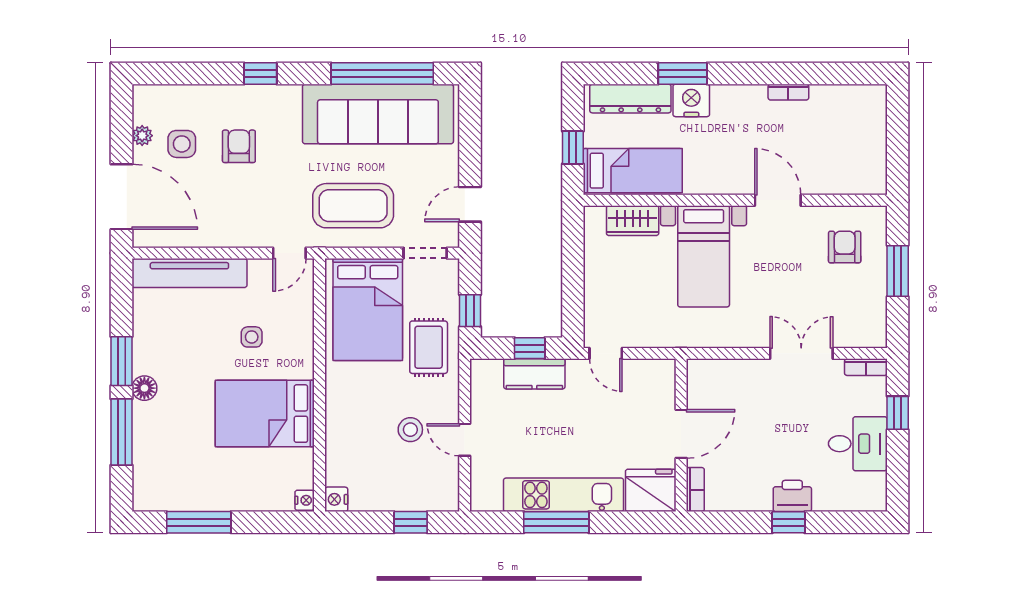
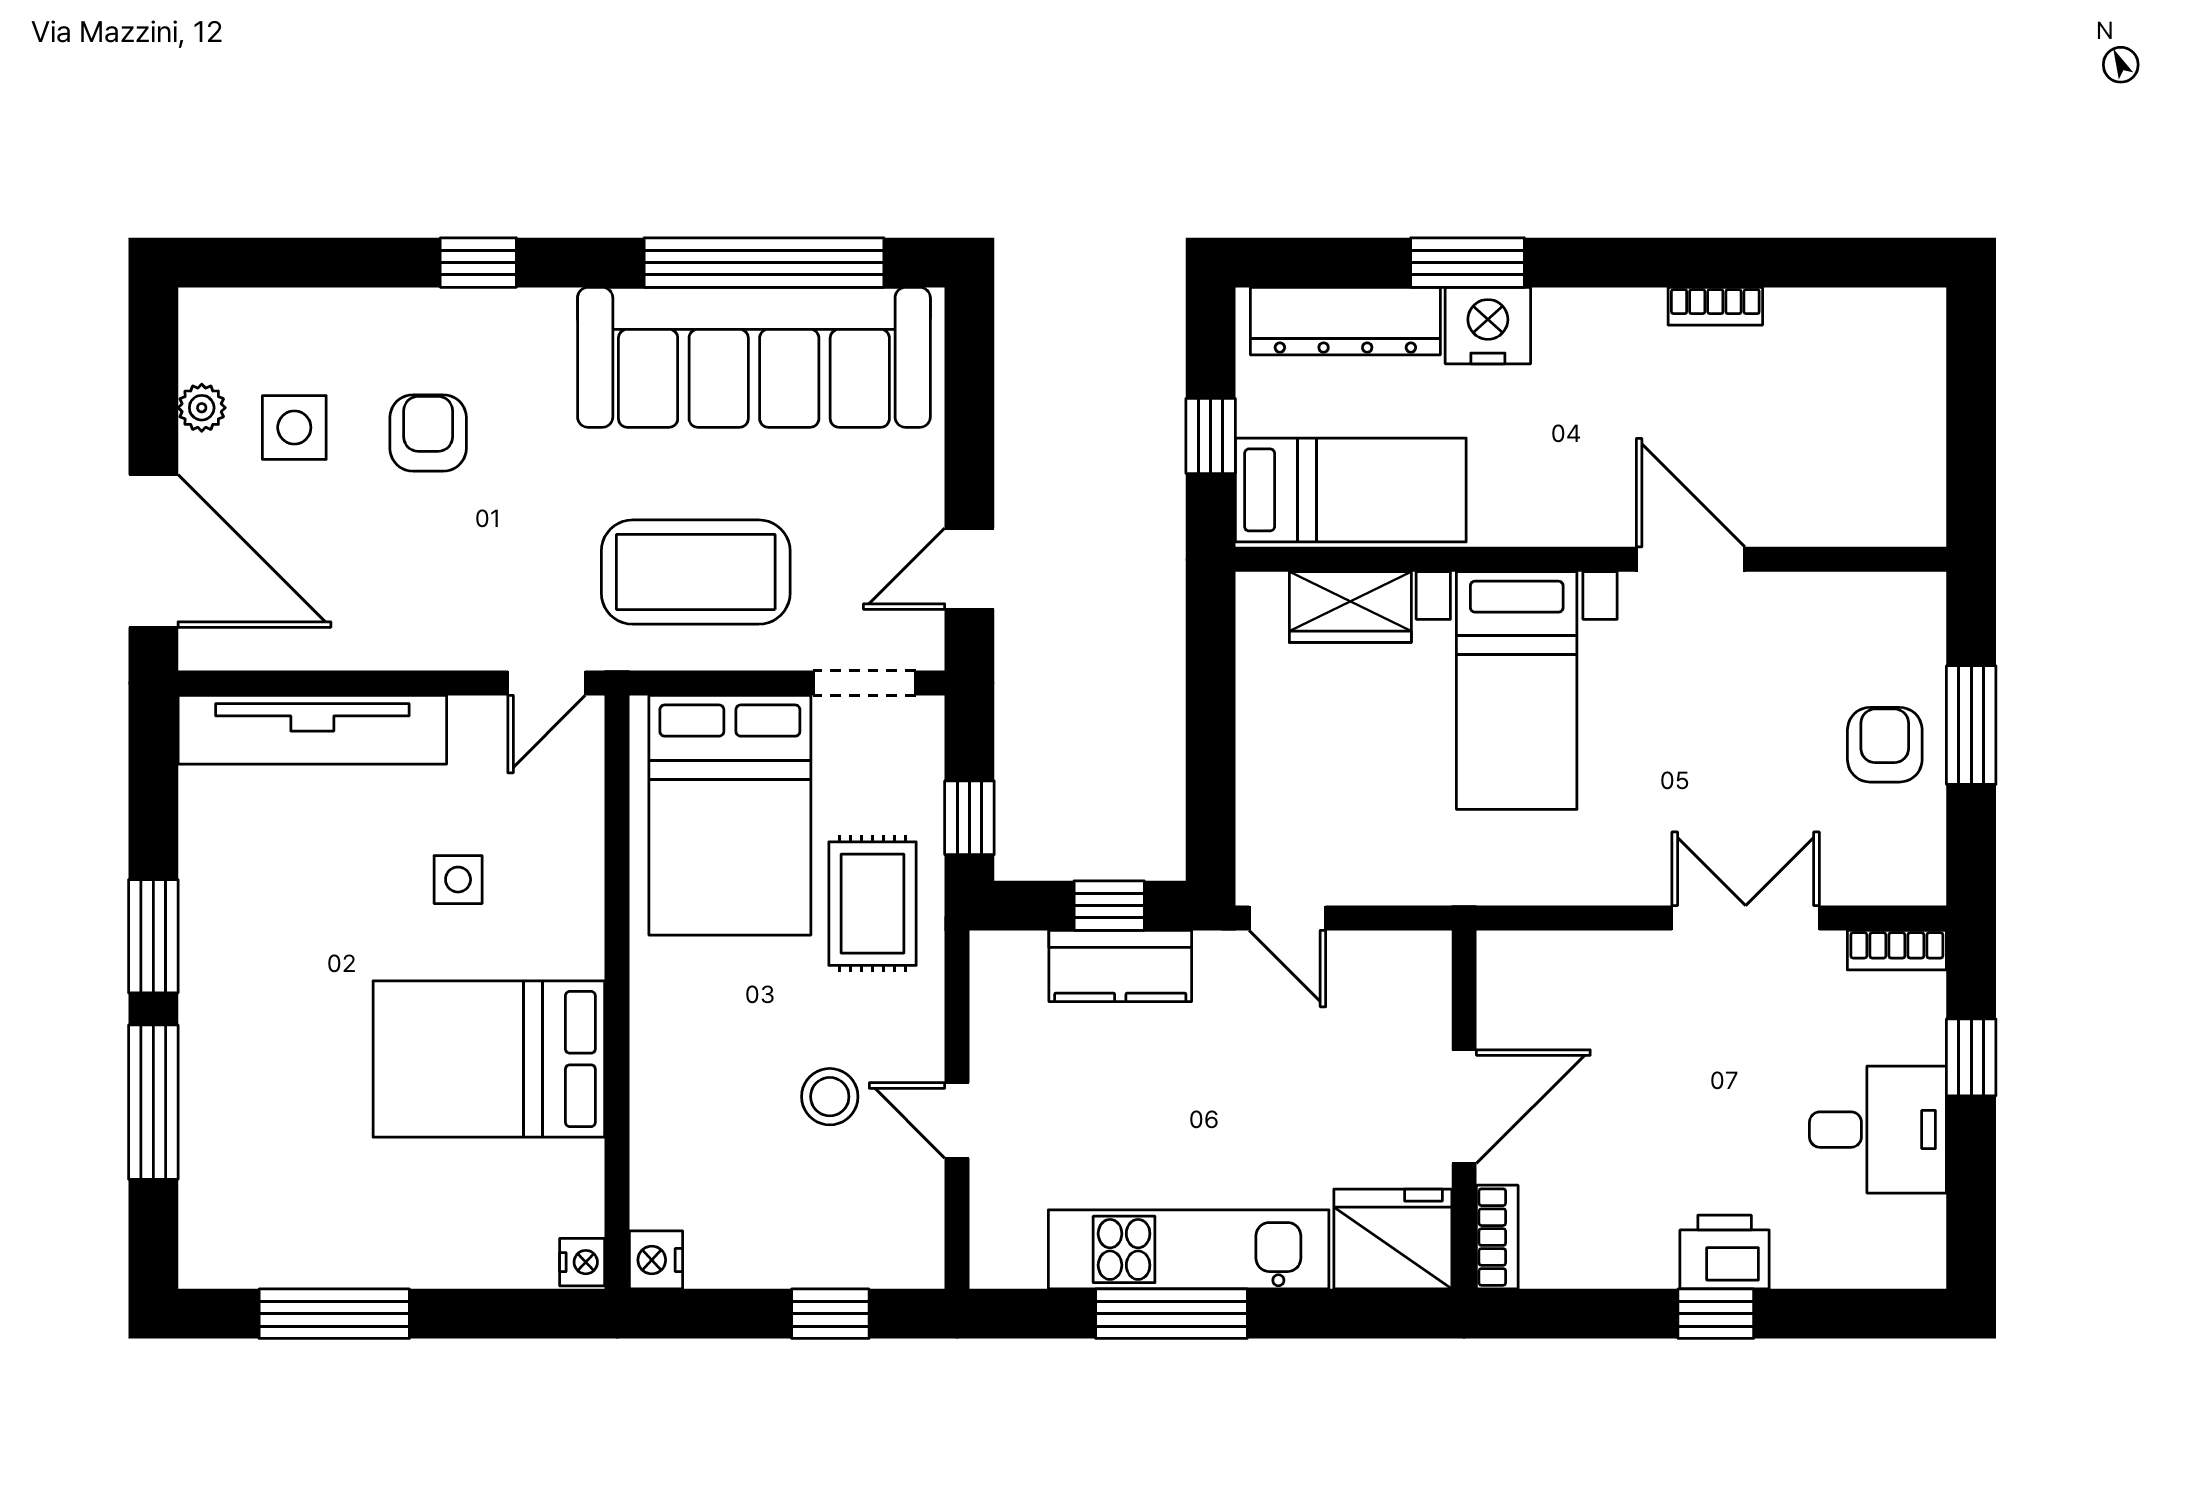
armchair: (845, 247) -> (1885, 745), moved
floor lamp: (144, 388) -> (207, 999), removed

